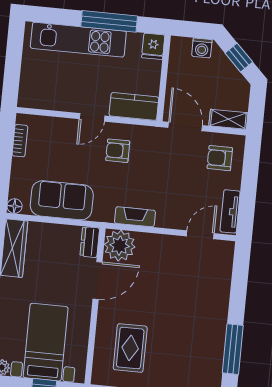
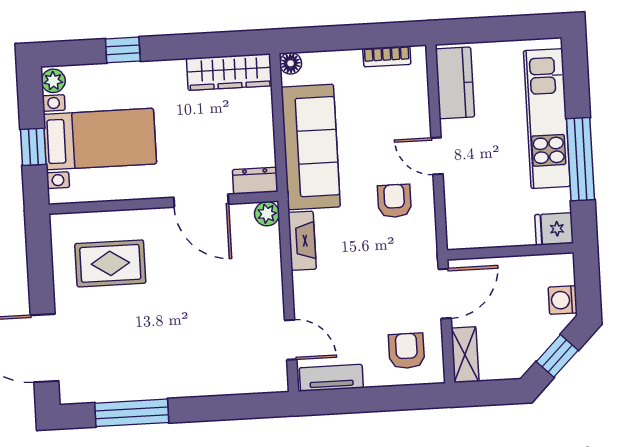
kitchen counter: (134, 106) -> (455, 83), moved
sofa: (62, 200) -> (311, 147), width x1.36
plant: (120, 246) -> (267, 214), width x0.53, depth x0.53

